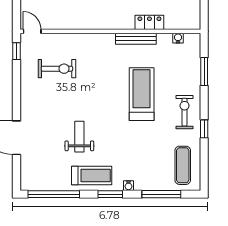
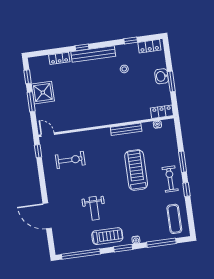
locker: (149, 22) -> (162, 112), moved
window: (204, 72) -> (183, 162), moved
weight bench: (79, 137) -> (94, 208), turned 180

